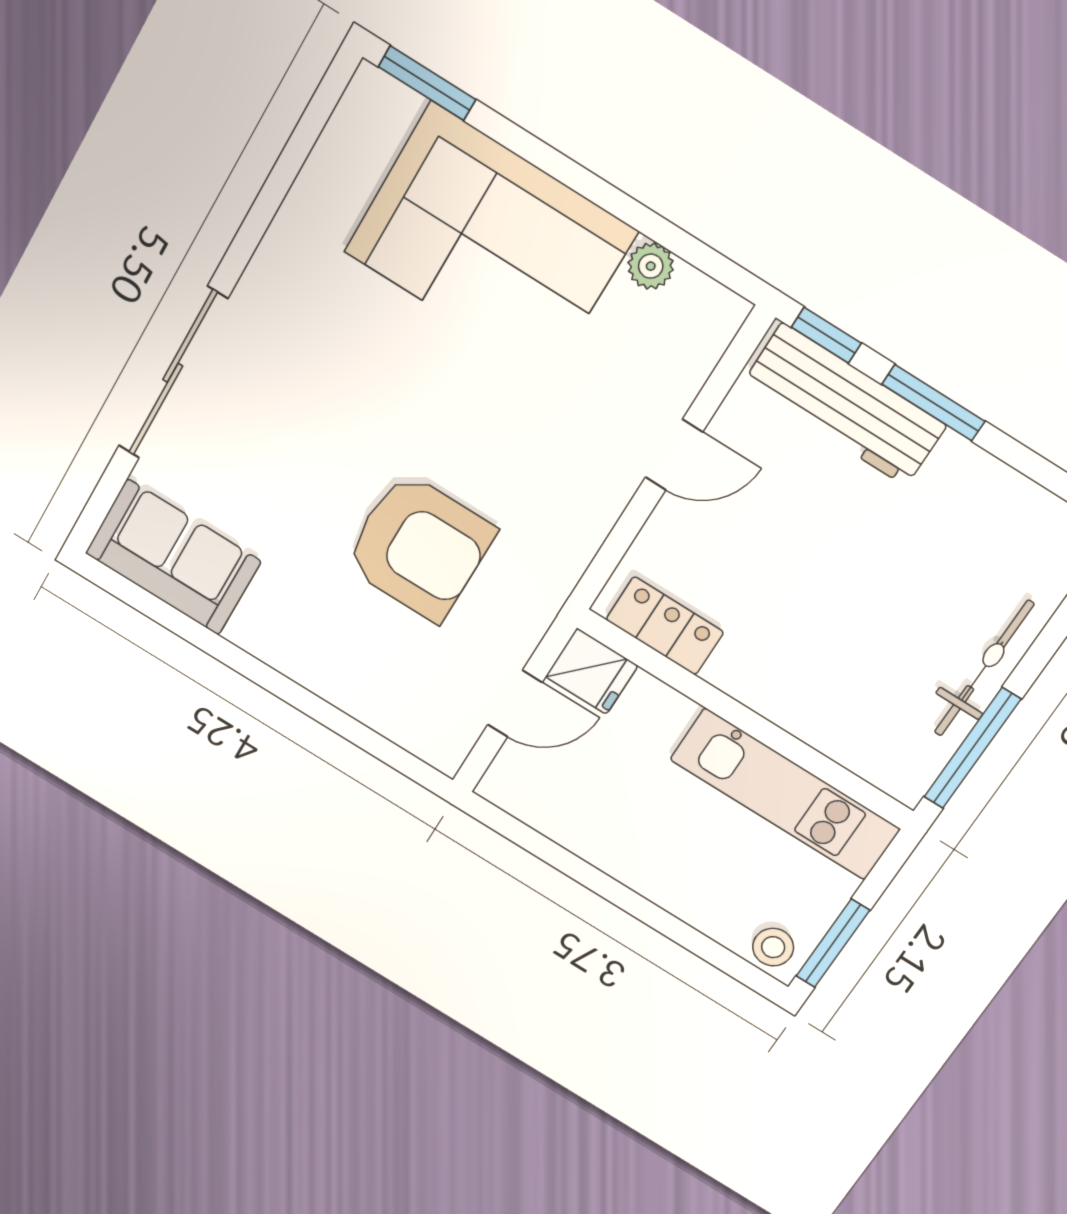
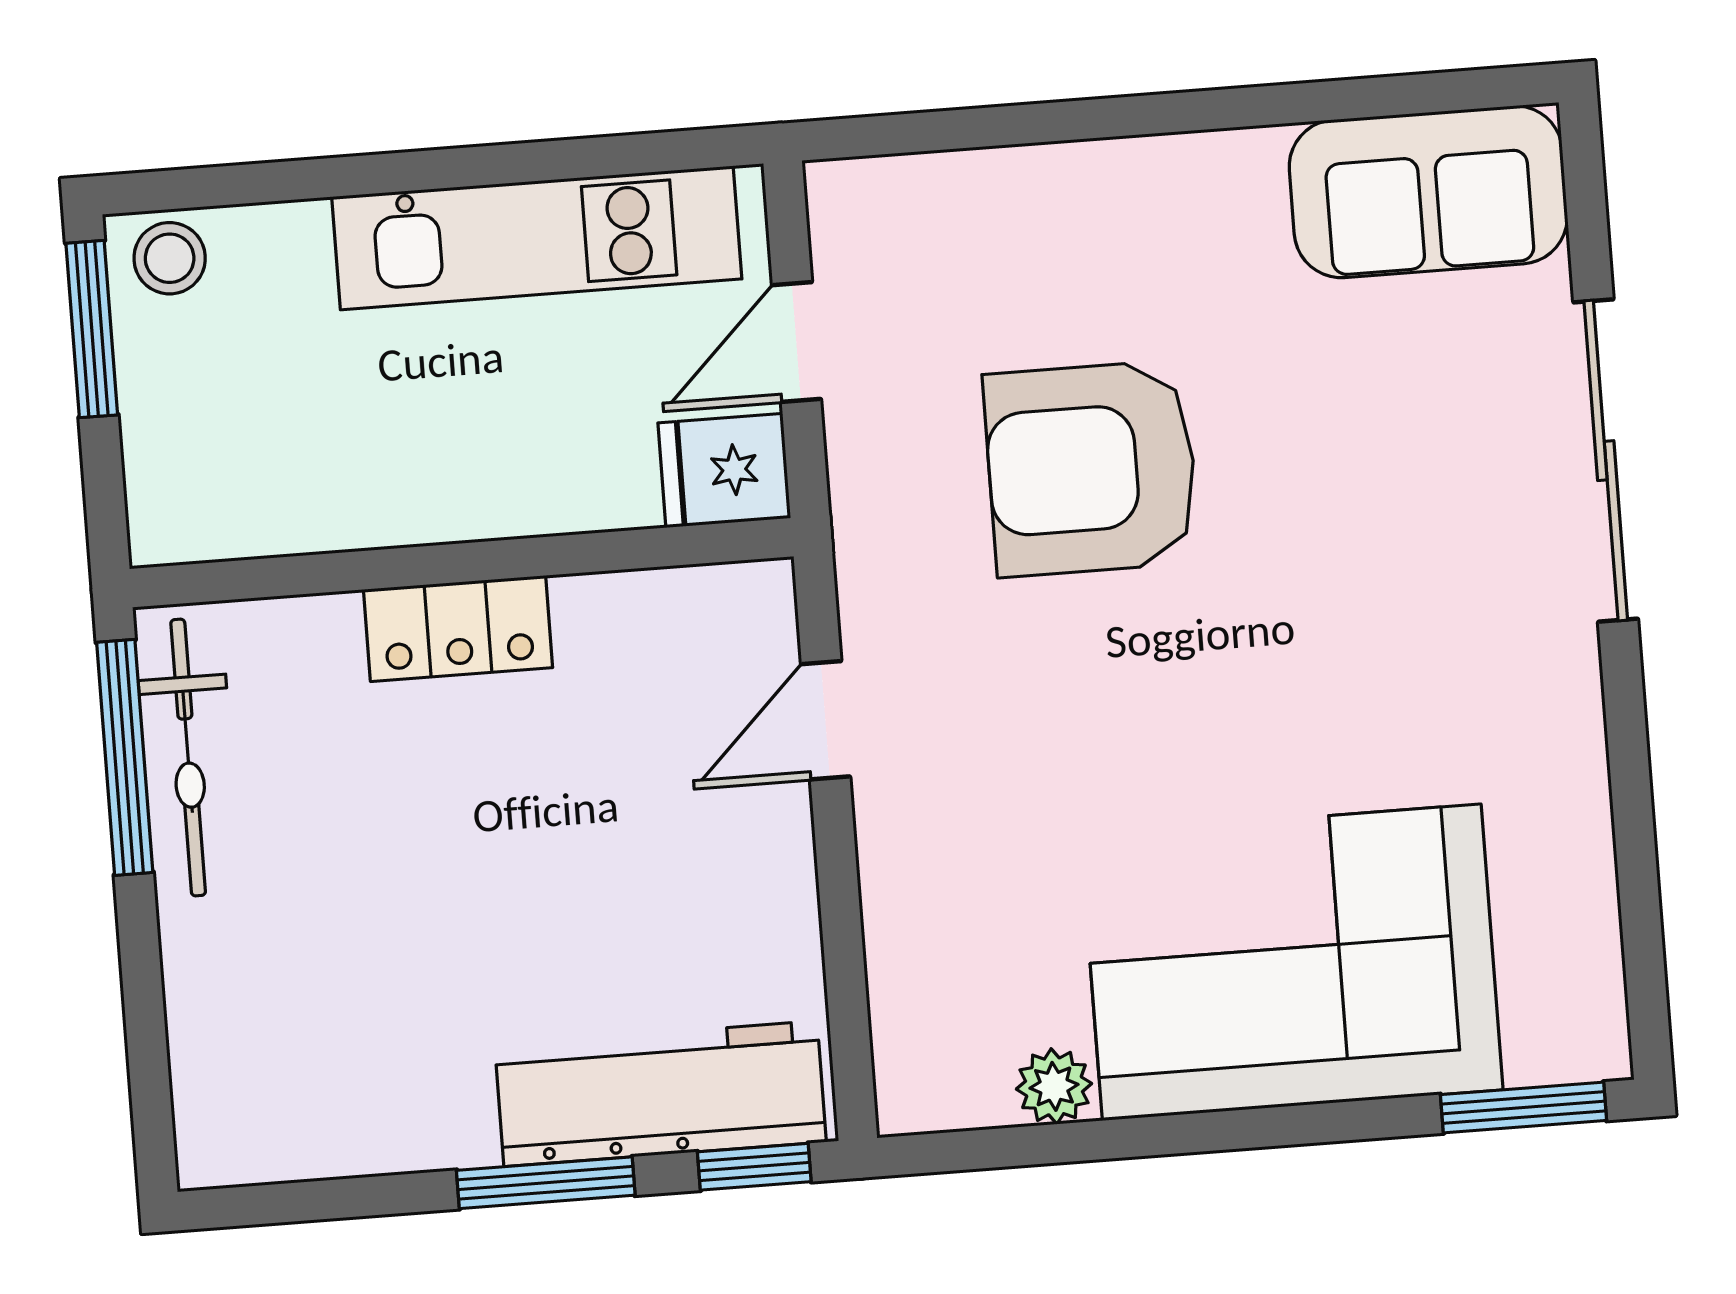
door: (674, 455) -> (826, 720), moved
locker: (665, 626) -> (458, 628), moved
bicycle: (984, 668) -> (188, 757), moved
kitchen unit: (785, 794) -> (537, 238), moved, turned 180

